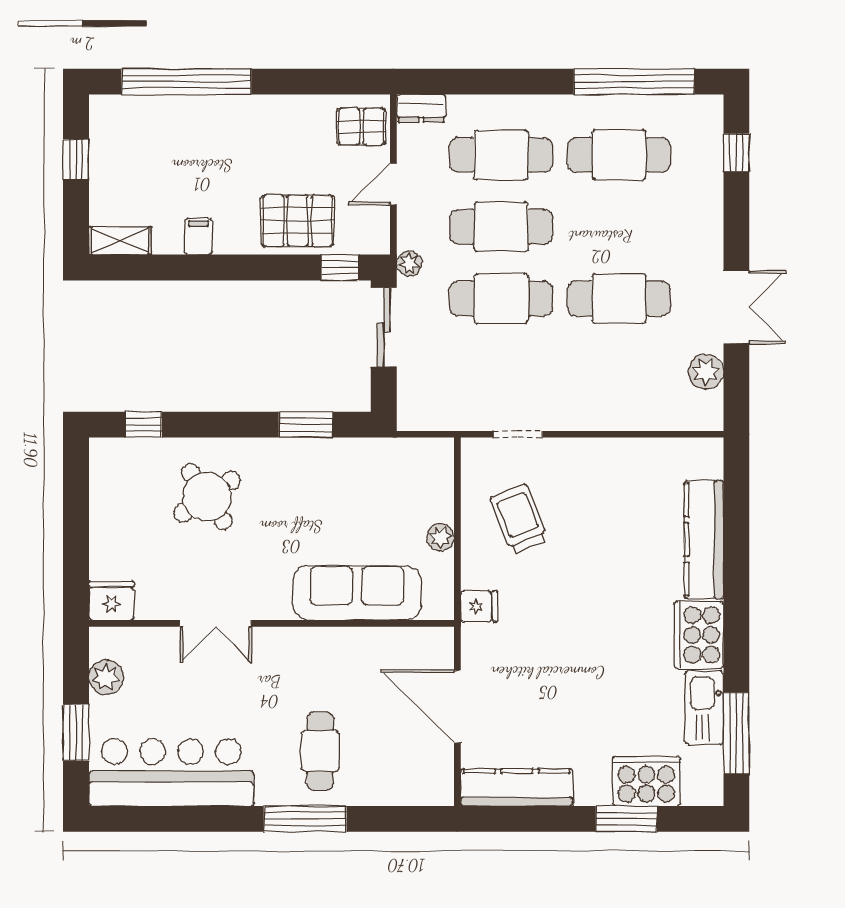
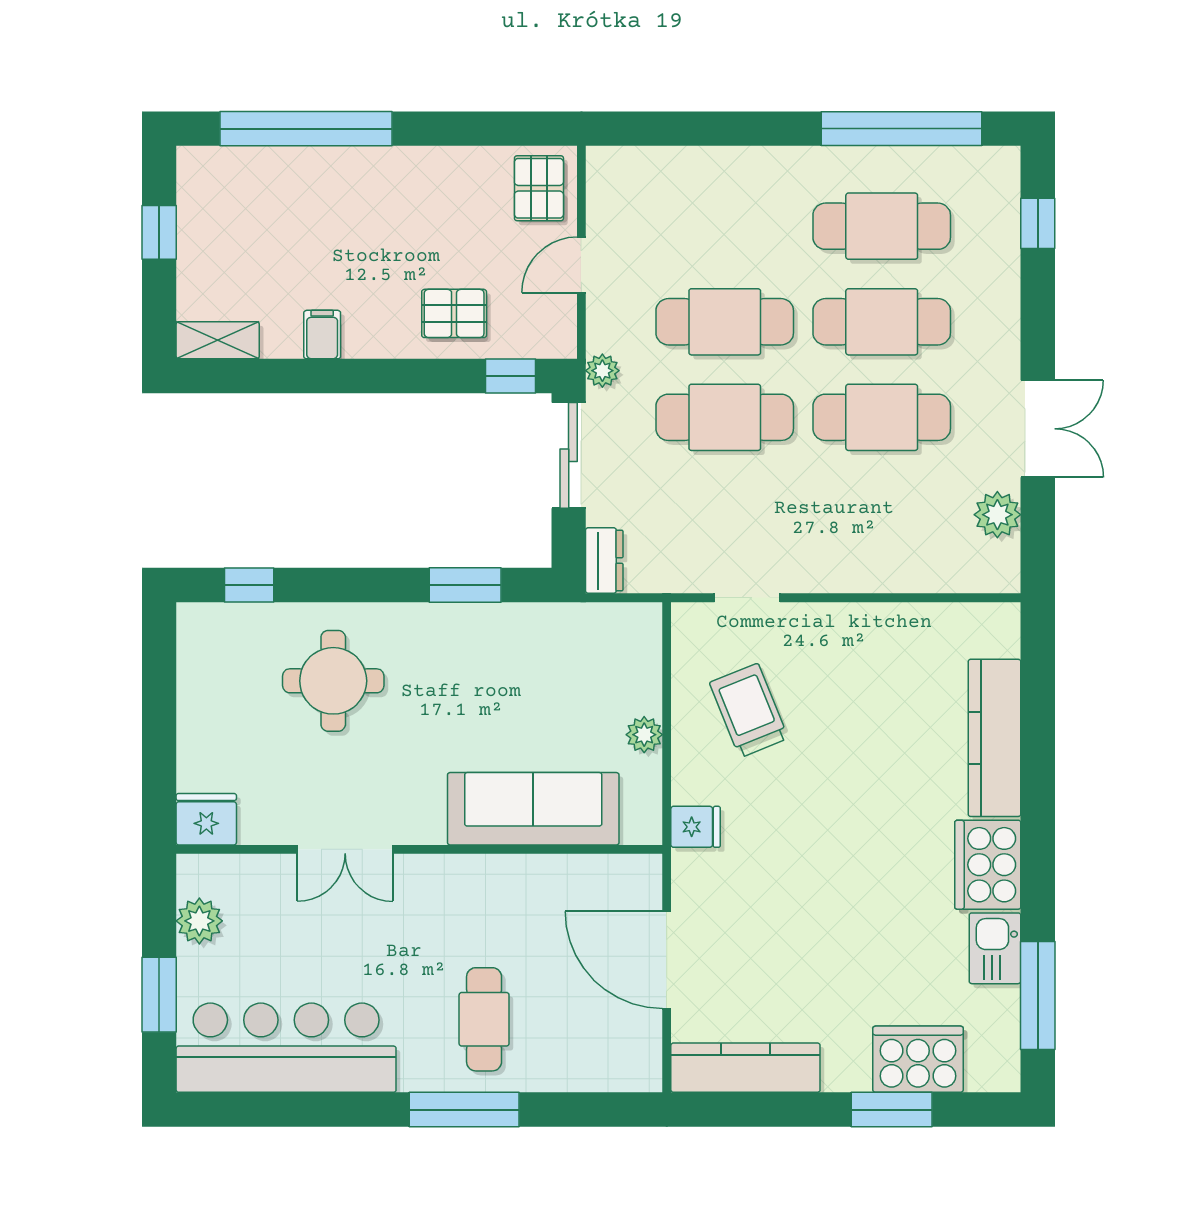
dresser: (421, 108) -> (604, 561), moved, turned -90
pallet: (361, 126) -> (539, 188), turned 90
cafe table: (501, 155) -> (882, 322), moved
pallet: (298, 221) -> (454, 313), width x0.67, depth x0.71
round table: (207, 497) -> (333, 681), turned 34
kitchen sink: (704, 708) -> (995, 948), width x0.73

